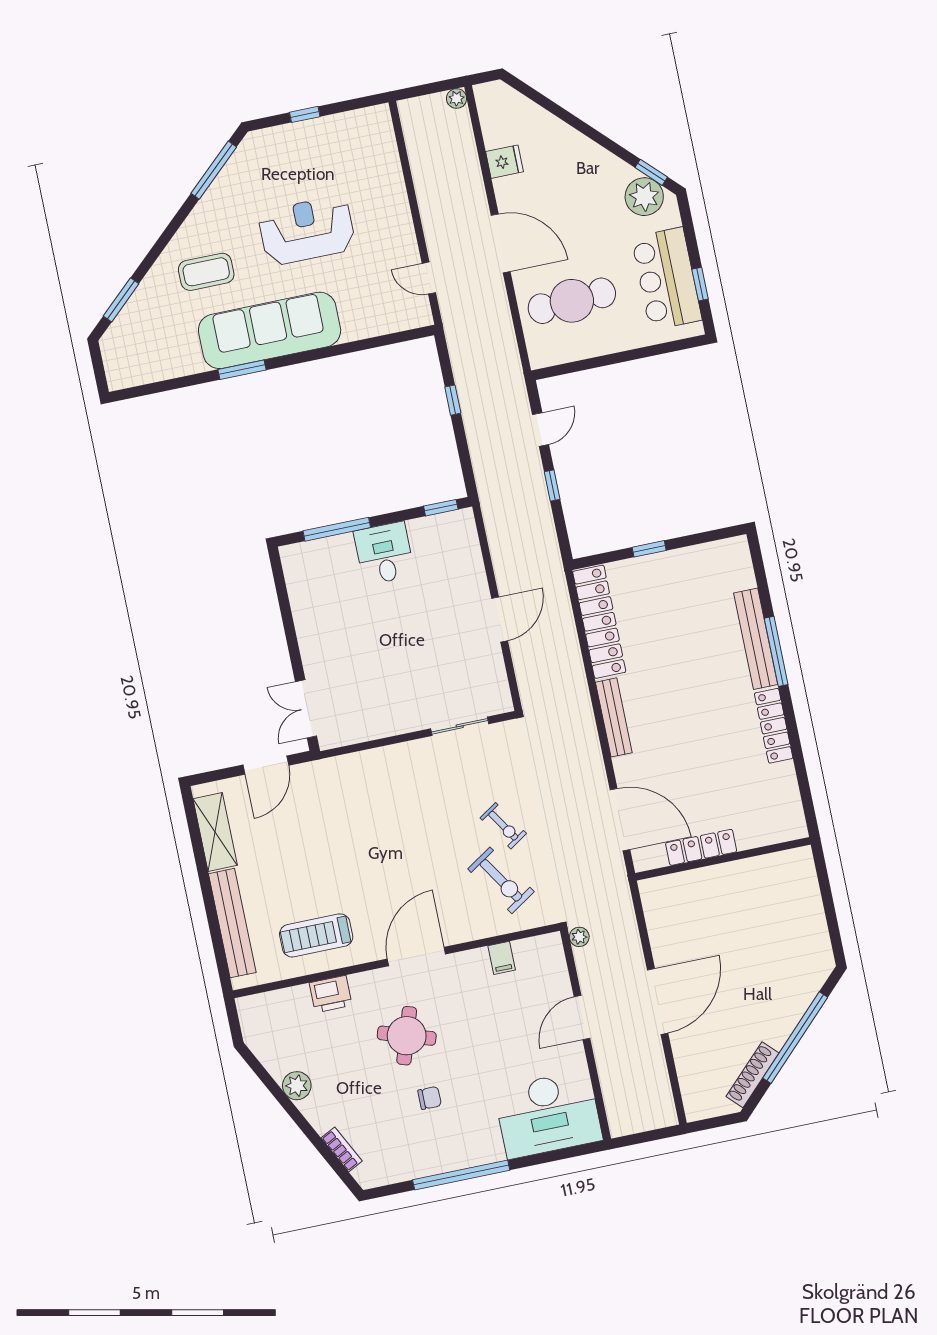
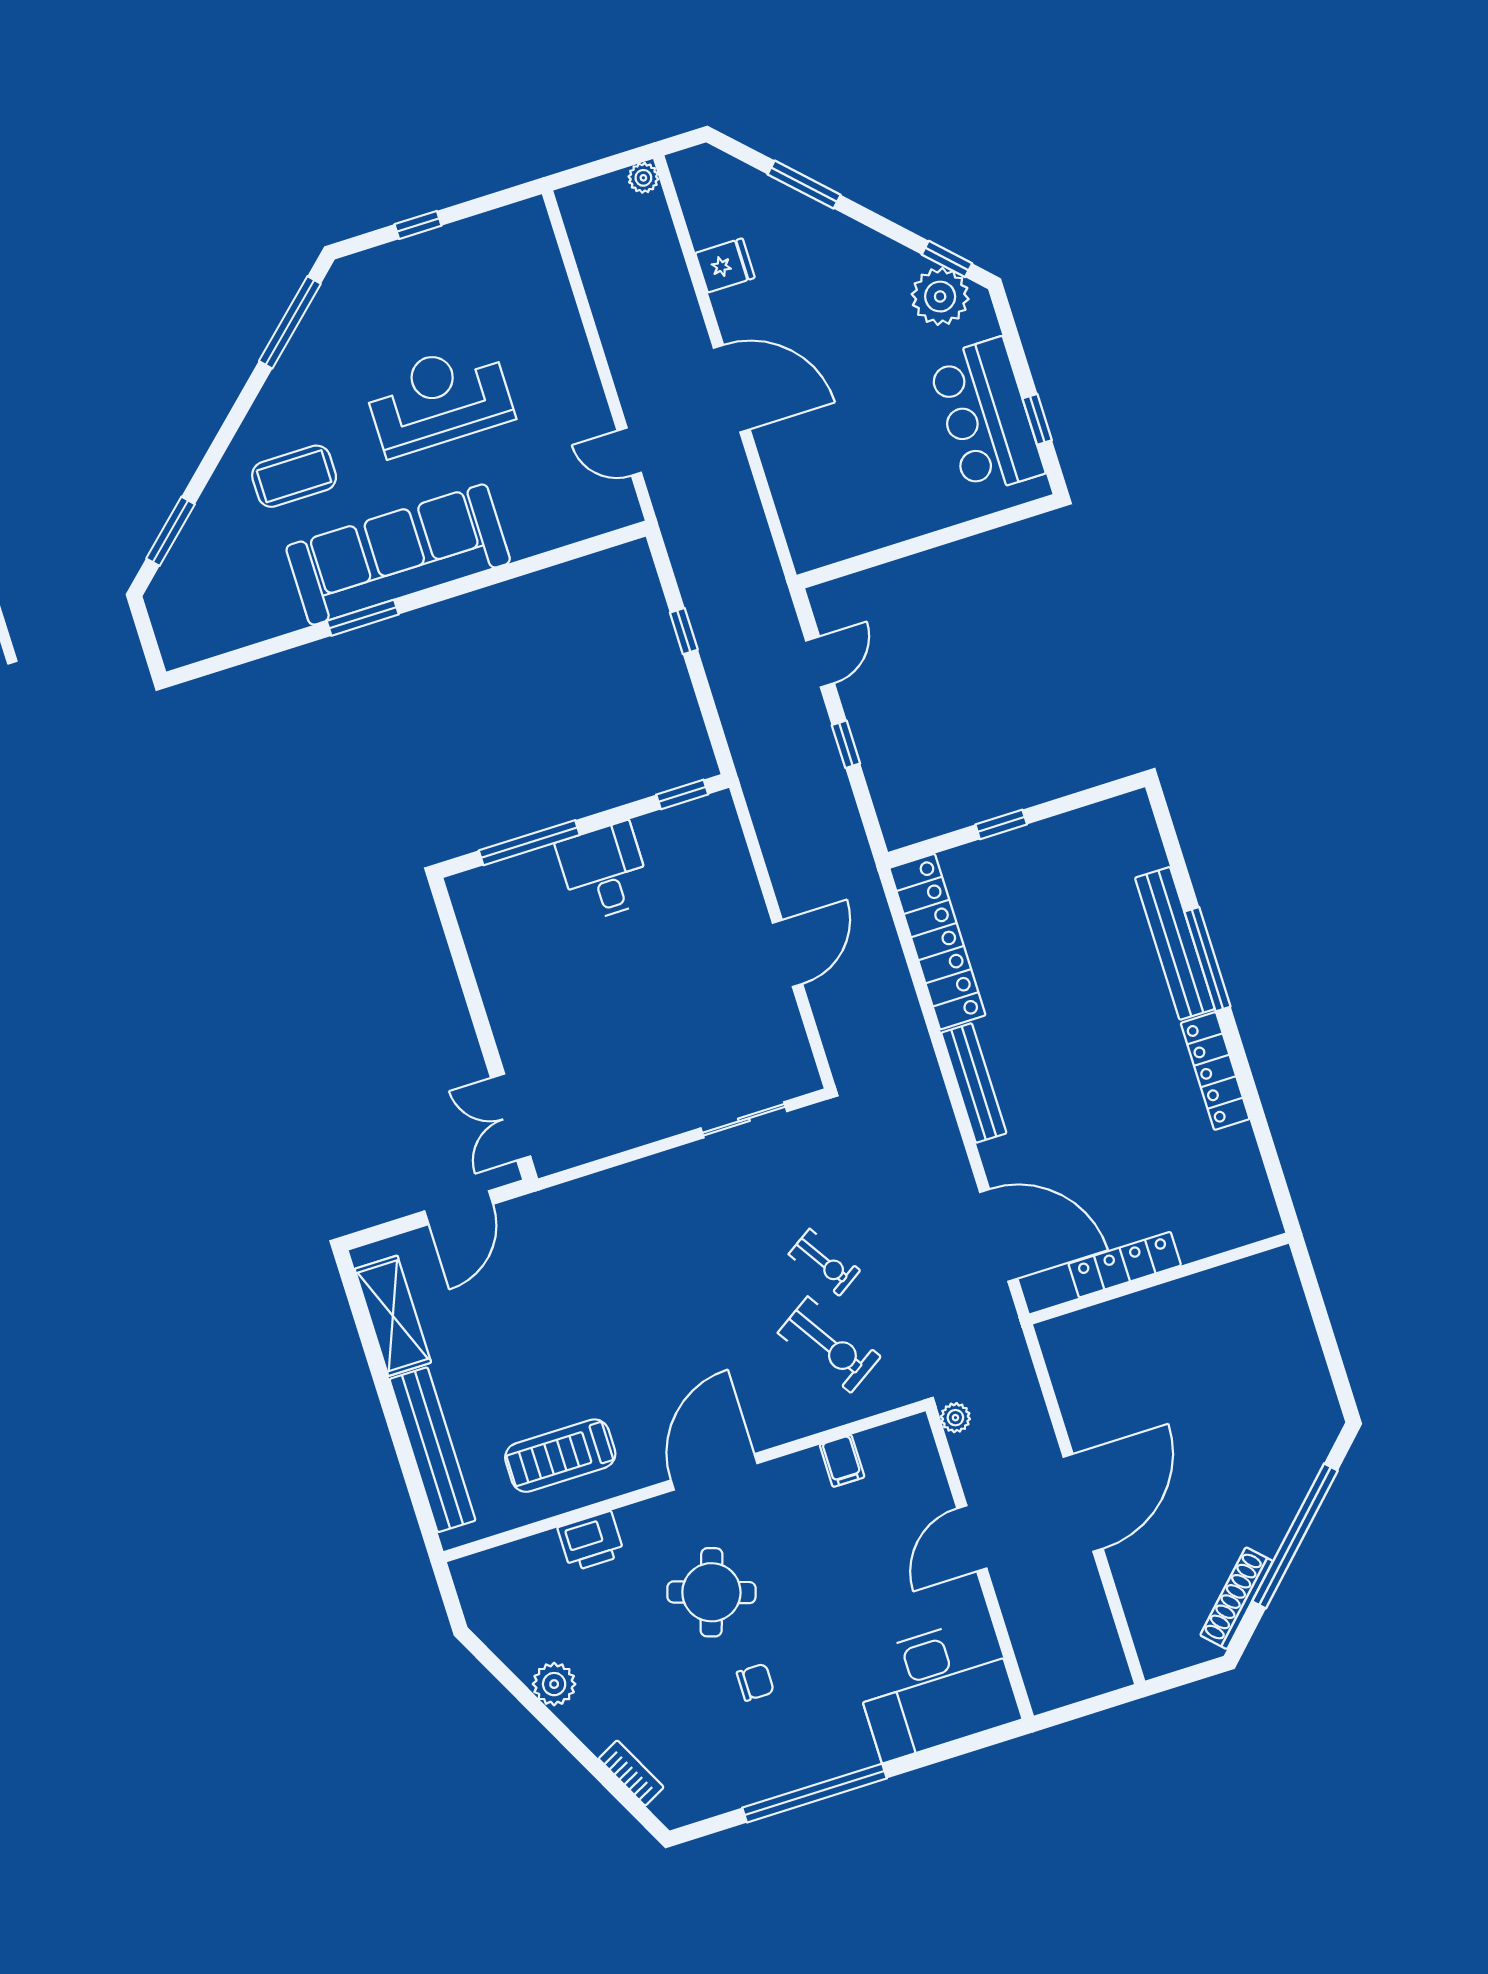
window: (562, 114) -> (804, 185), added
cafe table: (572, 301) -> (847, 464), removed

